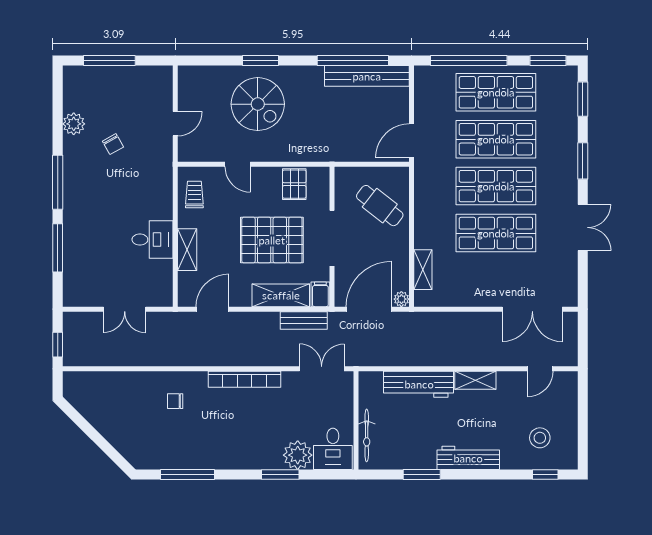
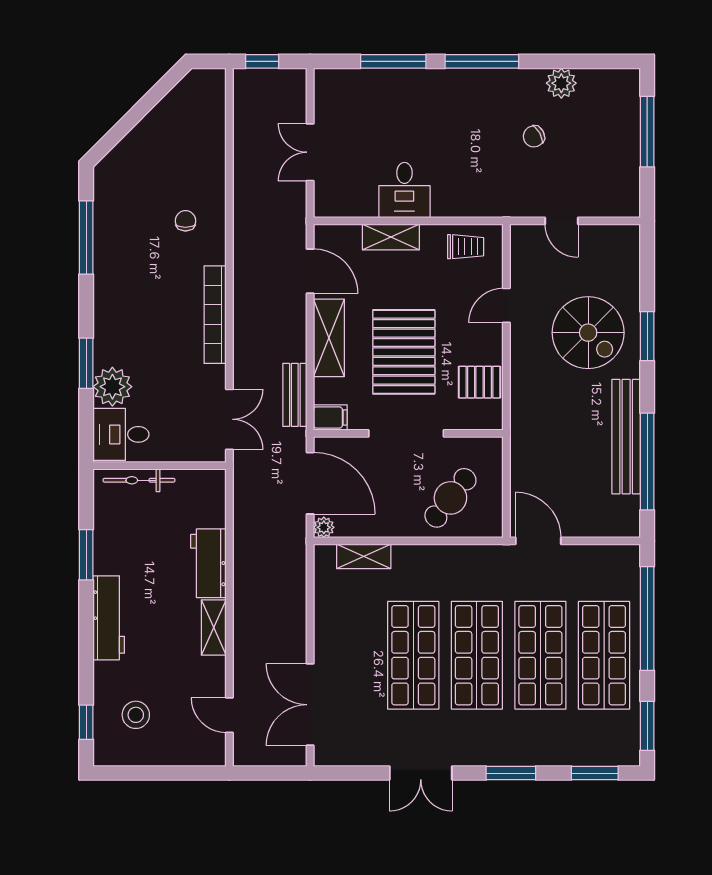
bench: (367, 76) -> (626, 437), moved
spiral stairs: (258, 104) -> (588, 333), turned -90
shelving: (281, 295) -> (329, 338), moved
workbench: (419, 384) -> (208, 563), width x0.73

